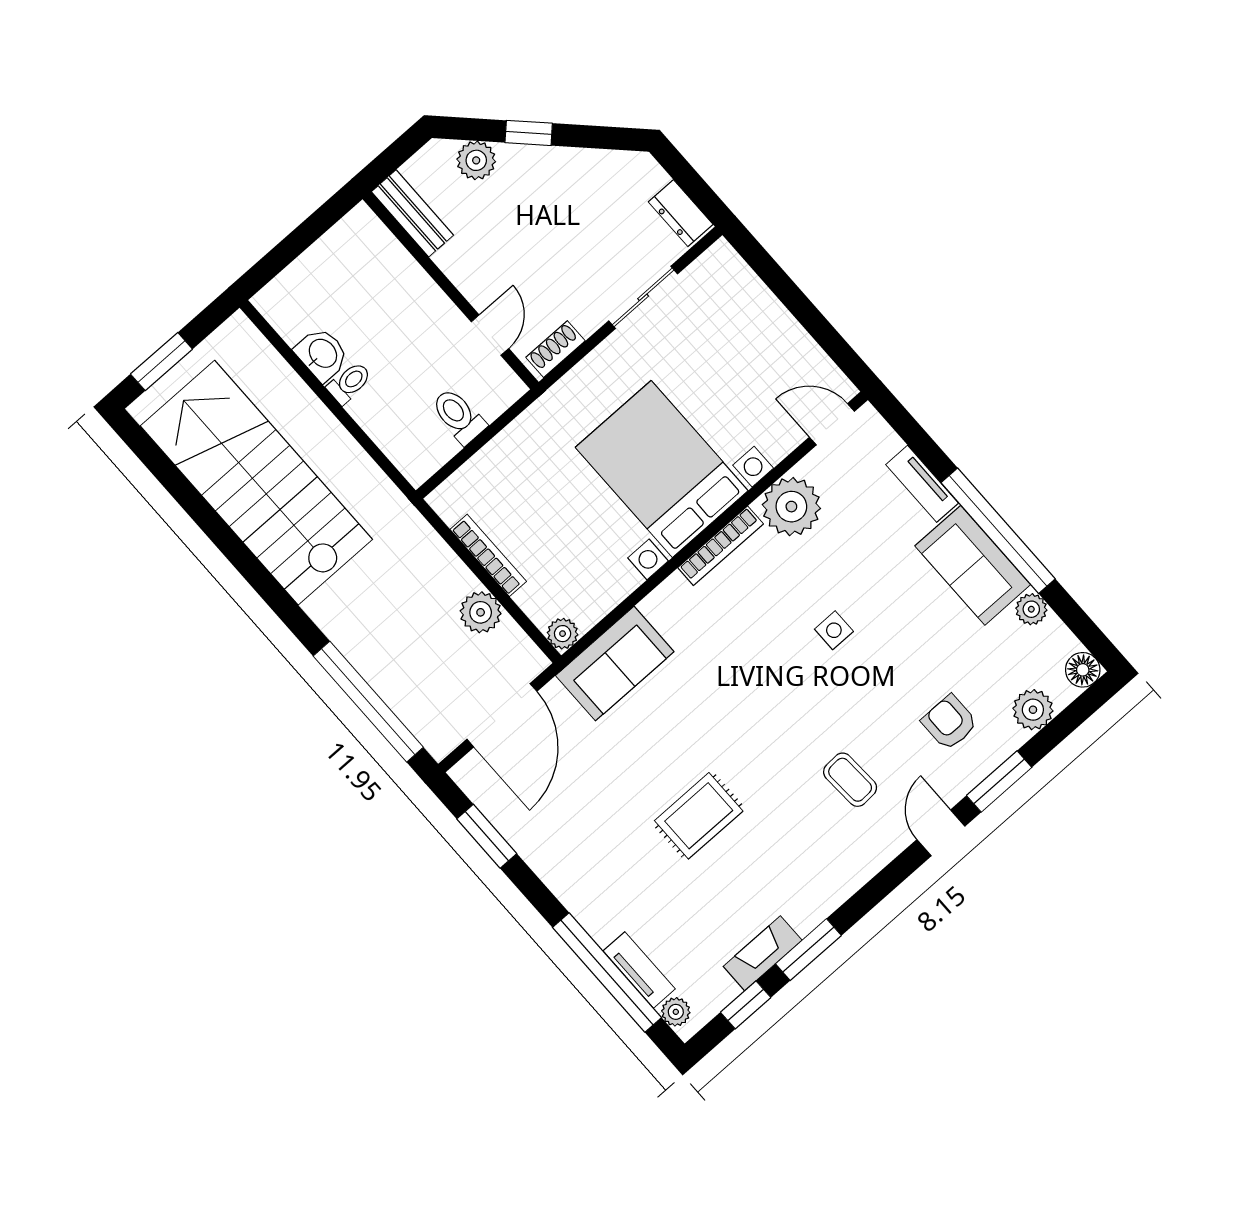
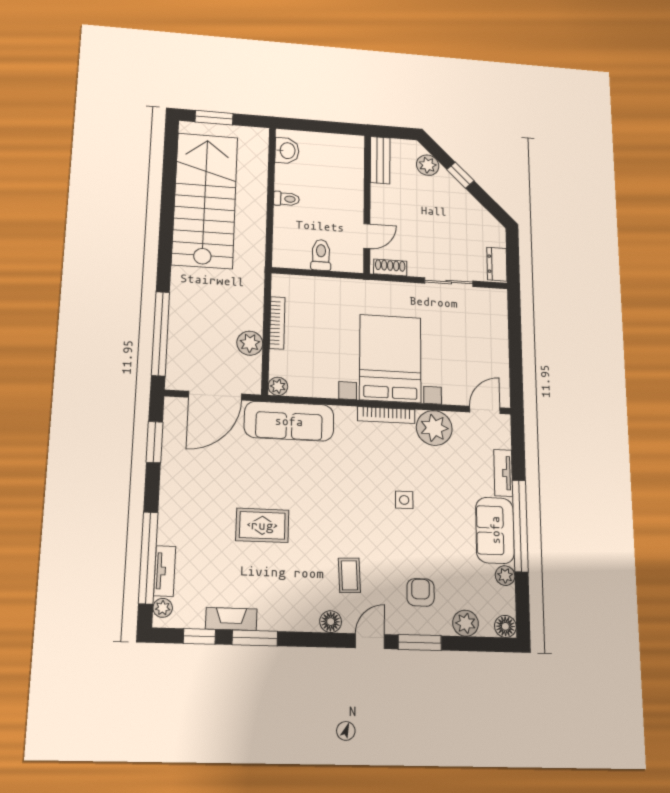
washbasin: (322, 354) -> (287, 151), moved
door: (832, 424) -> (485, 410), hinge flipped
sofa: (615, 664) -> (289, 421), width x1.36
floor lamp: (876, 852) -> (331, 622), added

